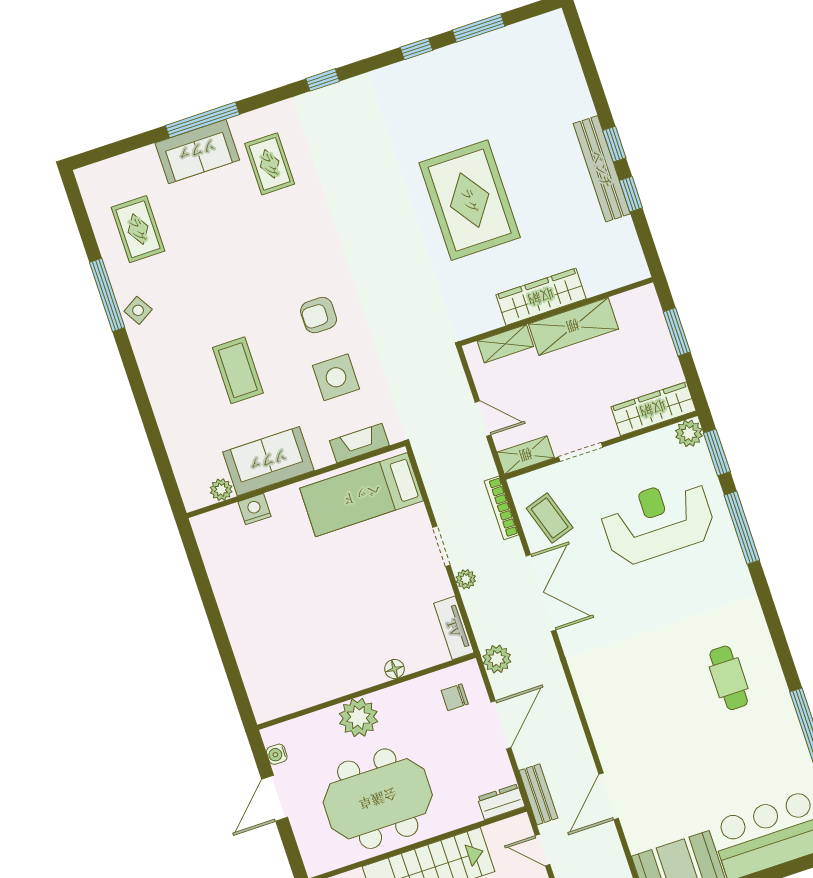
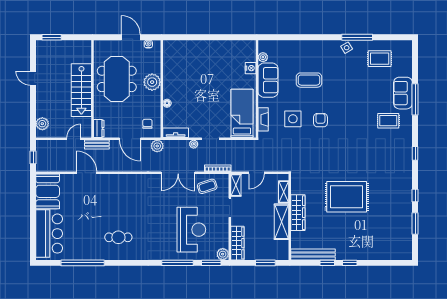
bench: (602, 169) -> (313, 254), moved

